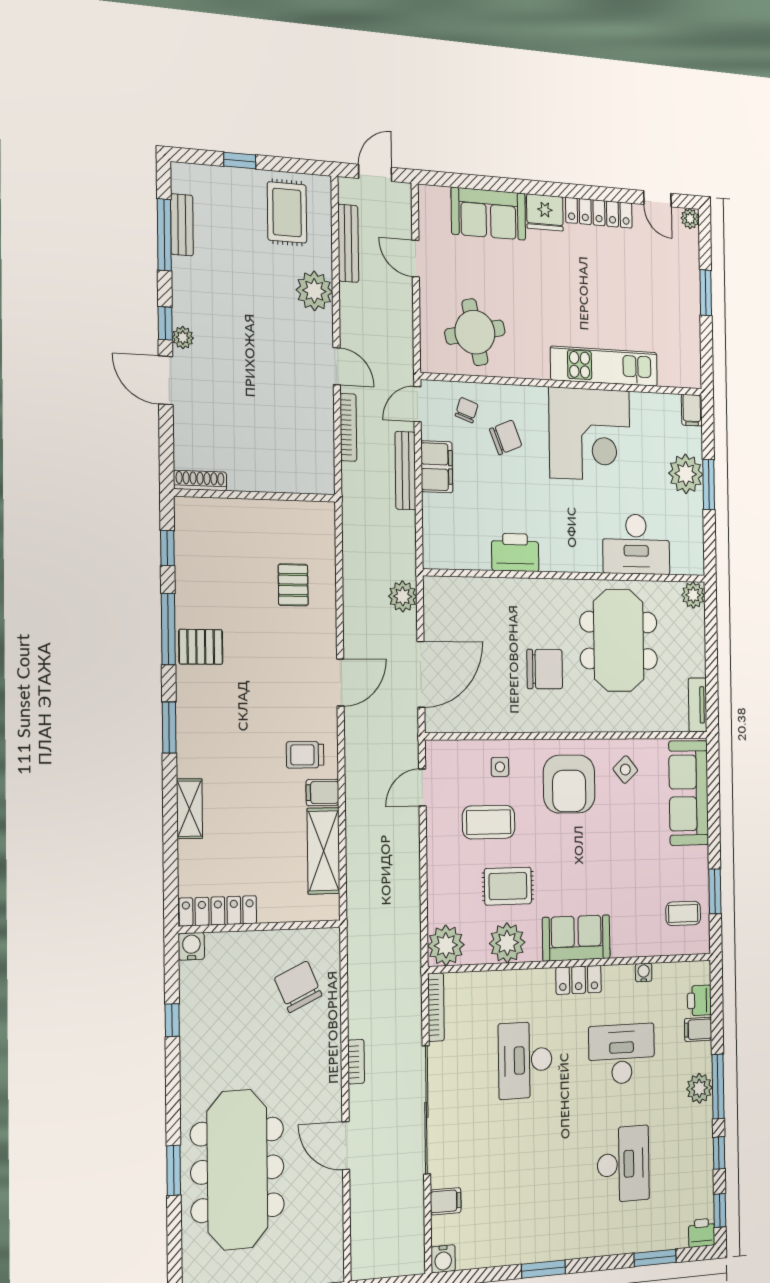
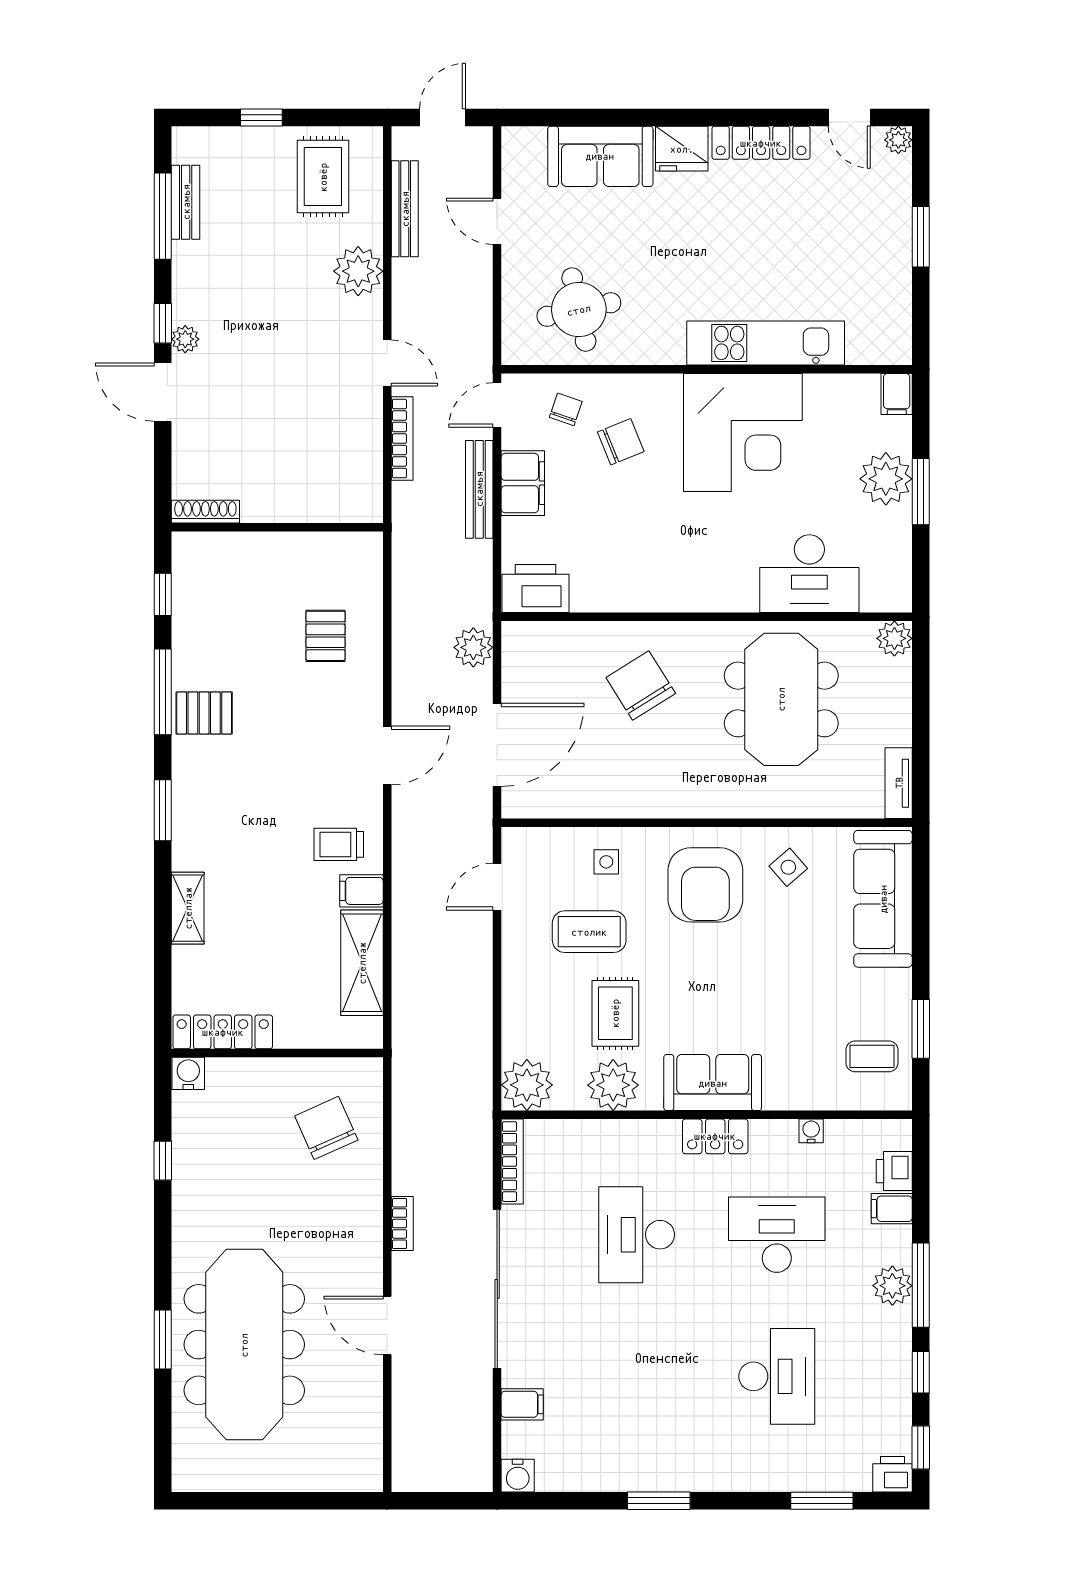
printer: (515, 552) -> (535, 589), moved
chair: (545, 669) -> (641, 685), moved, turned -122
rug: (508, 886) -> (615, 1013), turned 90

